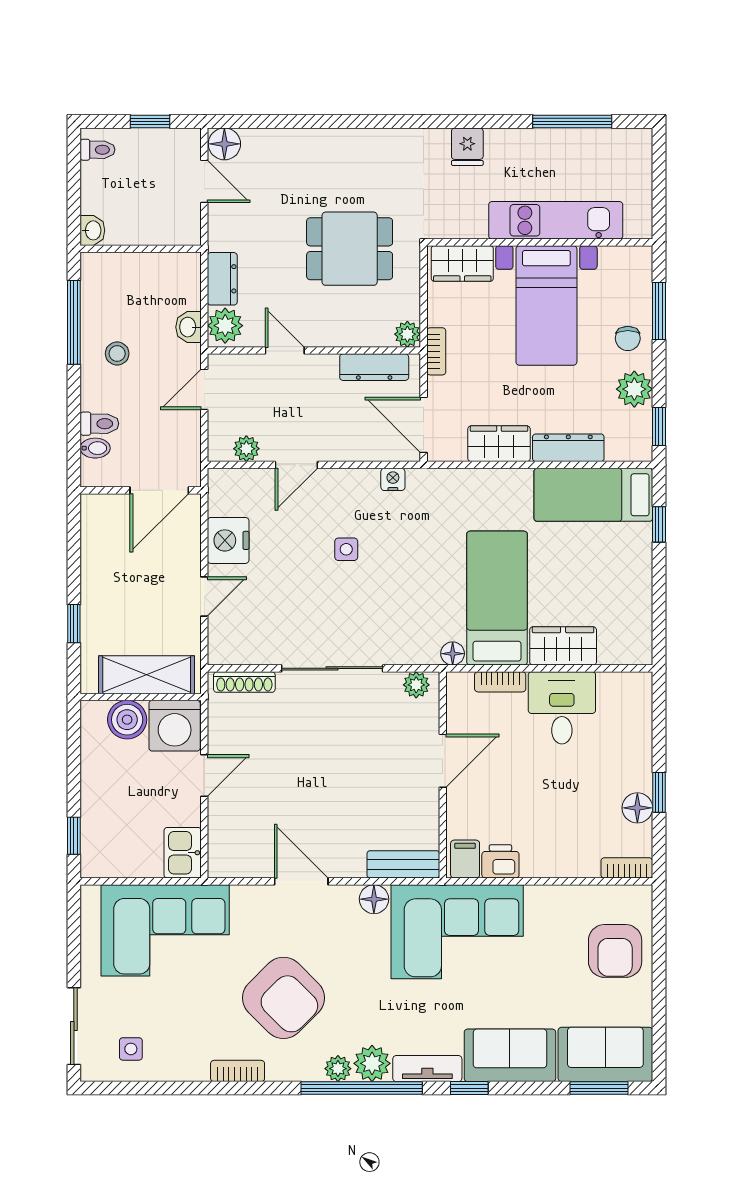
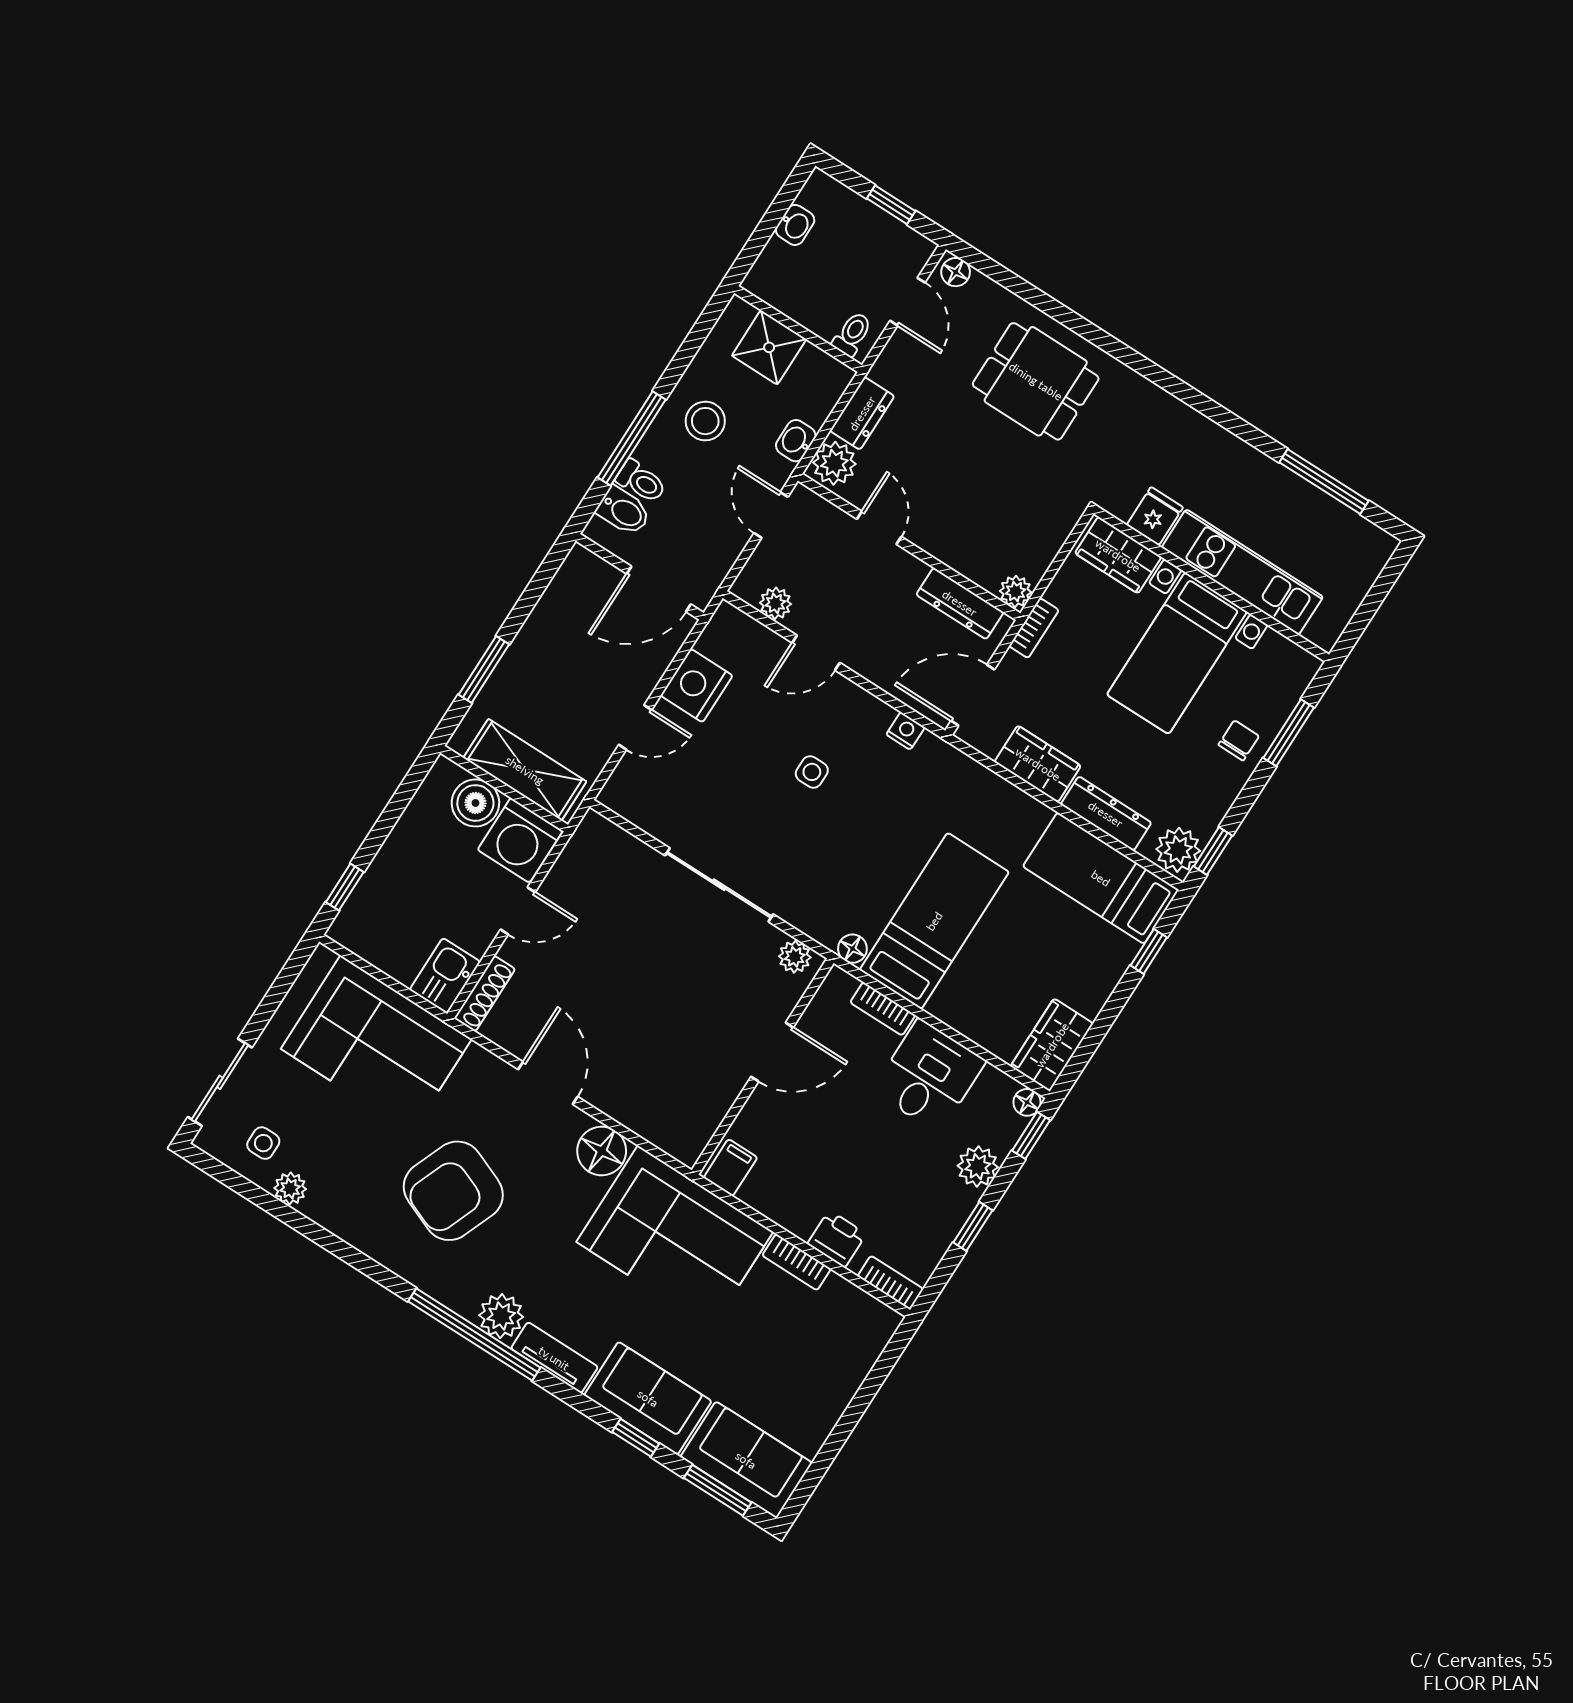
floor lamp: (224, 144) -> (956, 272), width x0.73, depth x0.73
fridge: (467, 147) -> (1155, 516), moved, turned 180
toilet: (98, 150) -> (852, 334), moved, turned -90
washbasin: (92, 230) -> (795, 225), moved
dining table: (350, 249) -> (1036, 381), moved
shower: (129, 274) -> (769, 347), added
window: (74, 322) -> (632, 438), moved
chair: (628, 338) -> (1239, 740), turned 180
stool: (117, 354) -> (705, 421), width x1.37, depth x1.37
door: (204, 389) -> (771, 515), hinge flipped
plant: (634, 389) -> (1178, 850), moved
door: (424, 425) -> (973, 695), hinge flipped
bidet: (95, 448) -> (624, 511), width x1.38, depth x1.36
window: (74, 624) -> (484, 670), width x1.50
wardrobe: (563, 646) -> (1052, 1045), moved, turned -90
shoe rack: (244, 682) -> (485, 994), moved, turned -90
window: (659, 704) -> (1031, 1135), added
plant: (636, 749) -> (978, 1167), added
floor lamp: (637, 808) -> (1027, 1102), moved, width x0.73, depth x0.73
printer: (500, 861) -> (837, 1239), moved
bench: (403, 864) -> (664, 1132), removed
floor lamp: (374, 899) -> (602, 1151), width x1.38, depth x1.38
armchair: (615, 951) -> (824, 1360), removed
armchair: (283, 998) -> (453, 1191), turned 67
plant: (338, 1069) -> (290, 1188), moved
bookcase: (238, 1071) -> (797, 1262), moved, turned 180
window: (469, 1088) -> (636, 1438), moved

